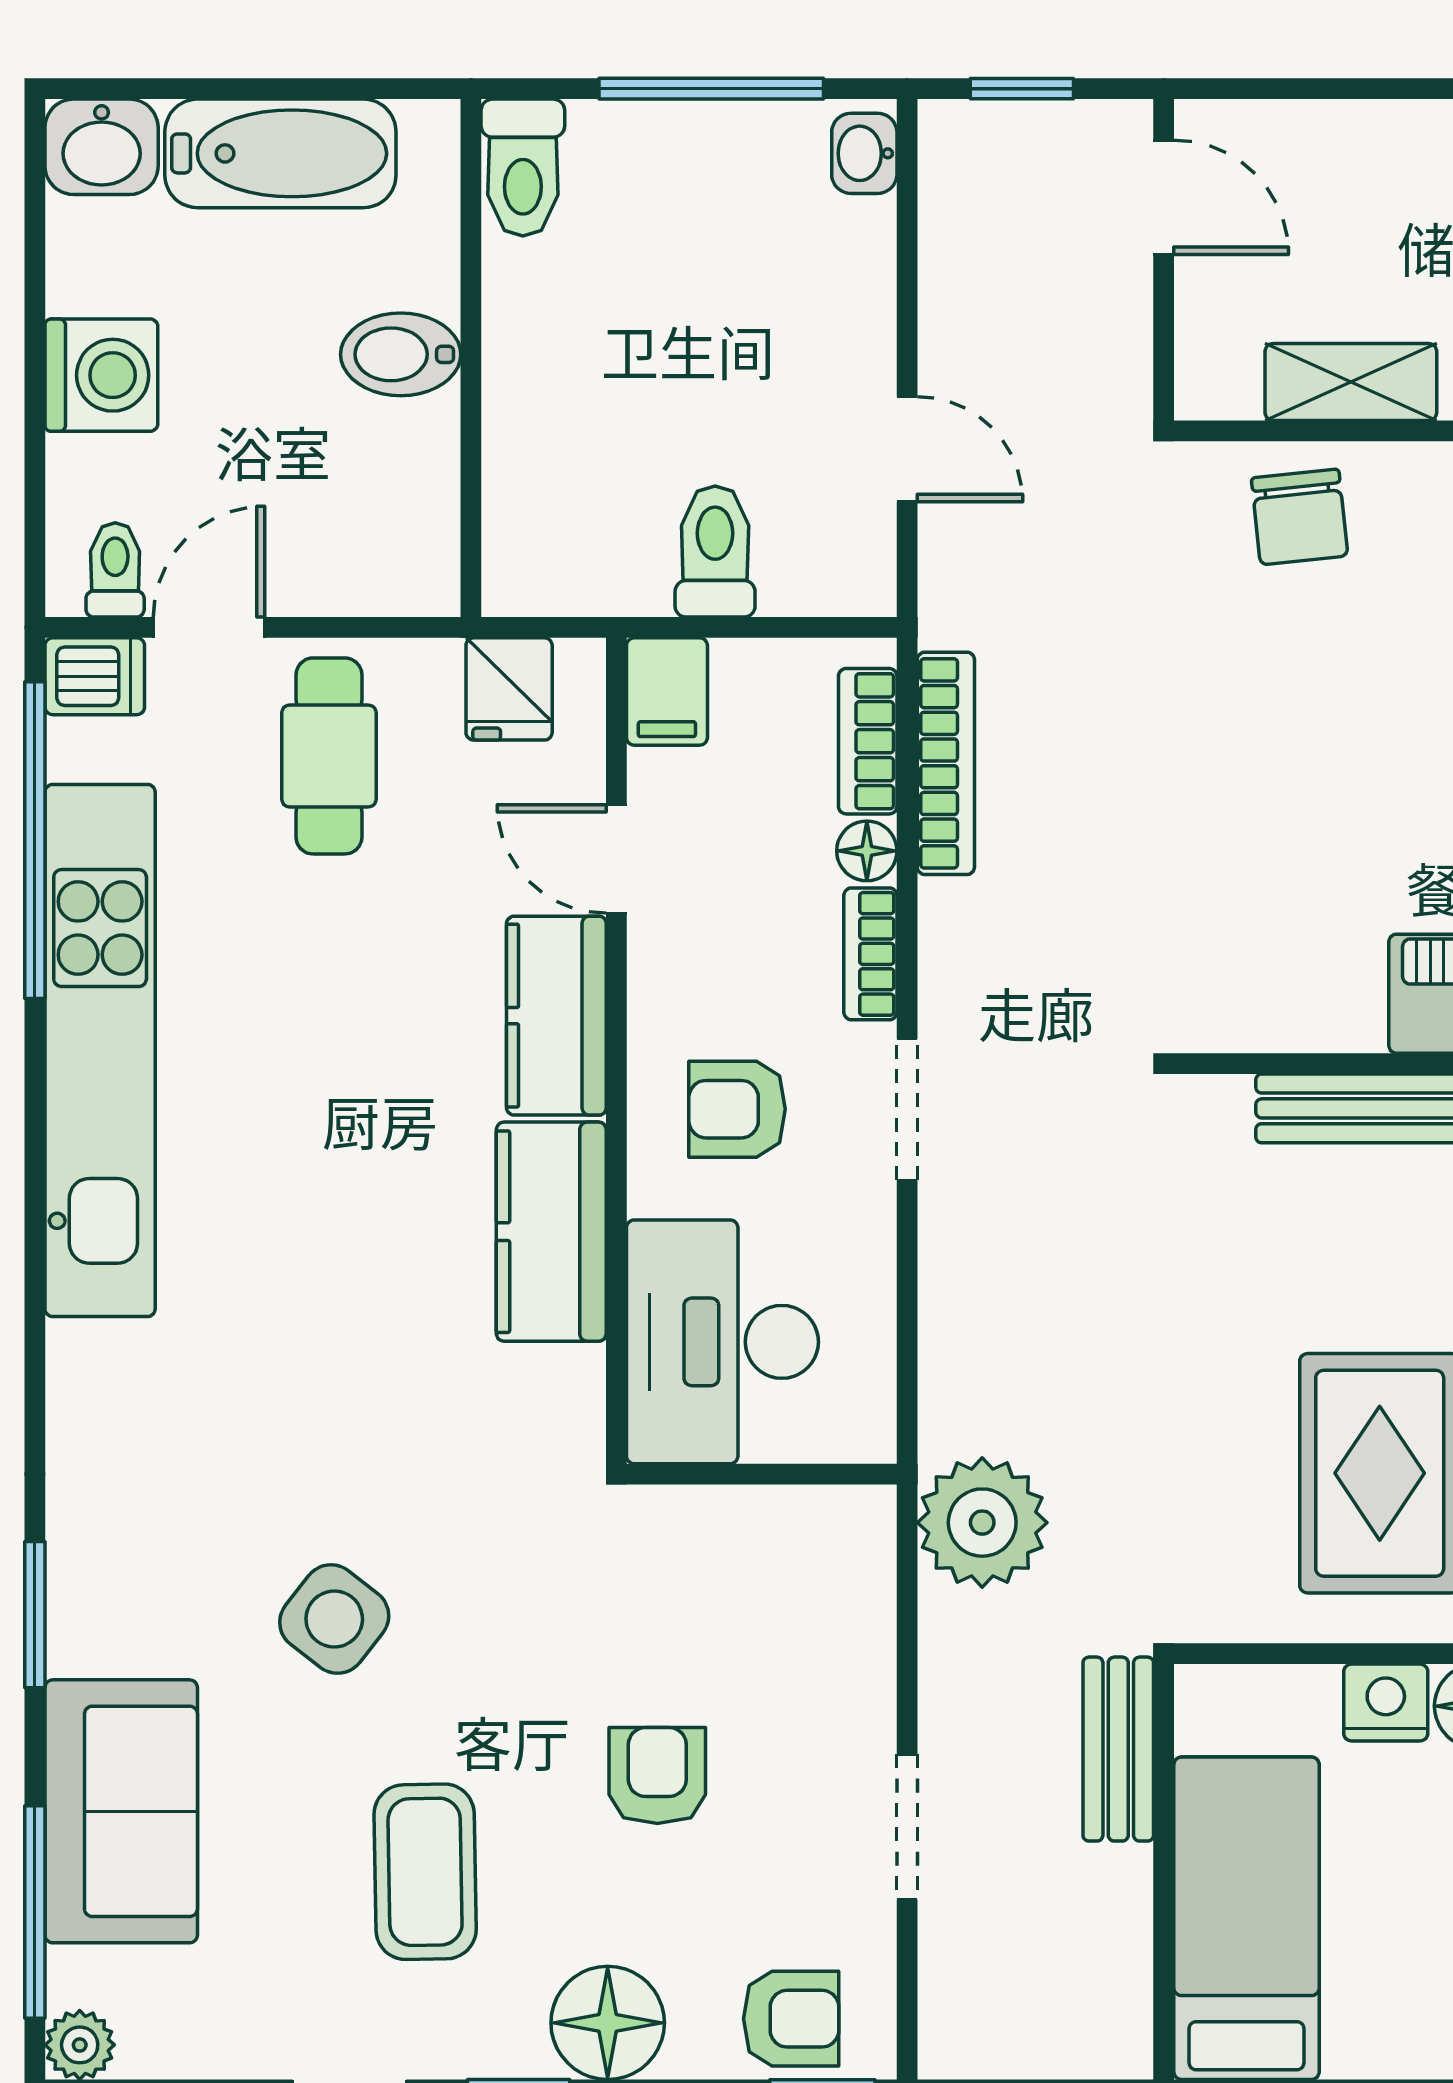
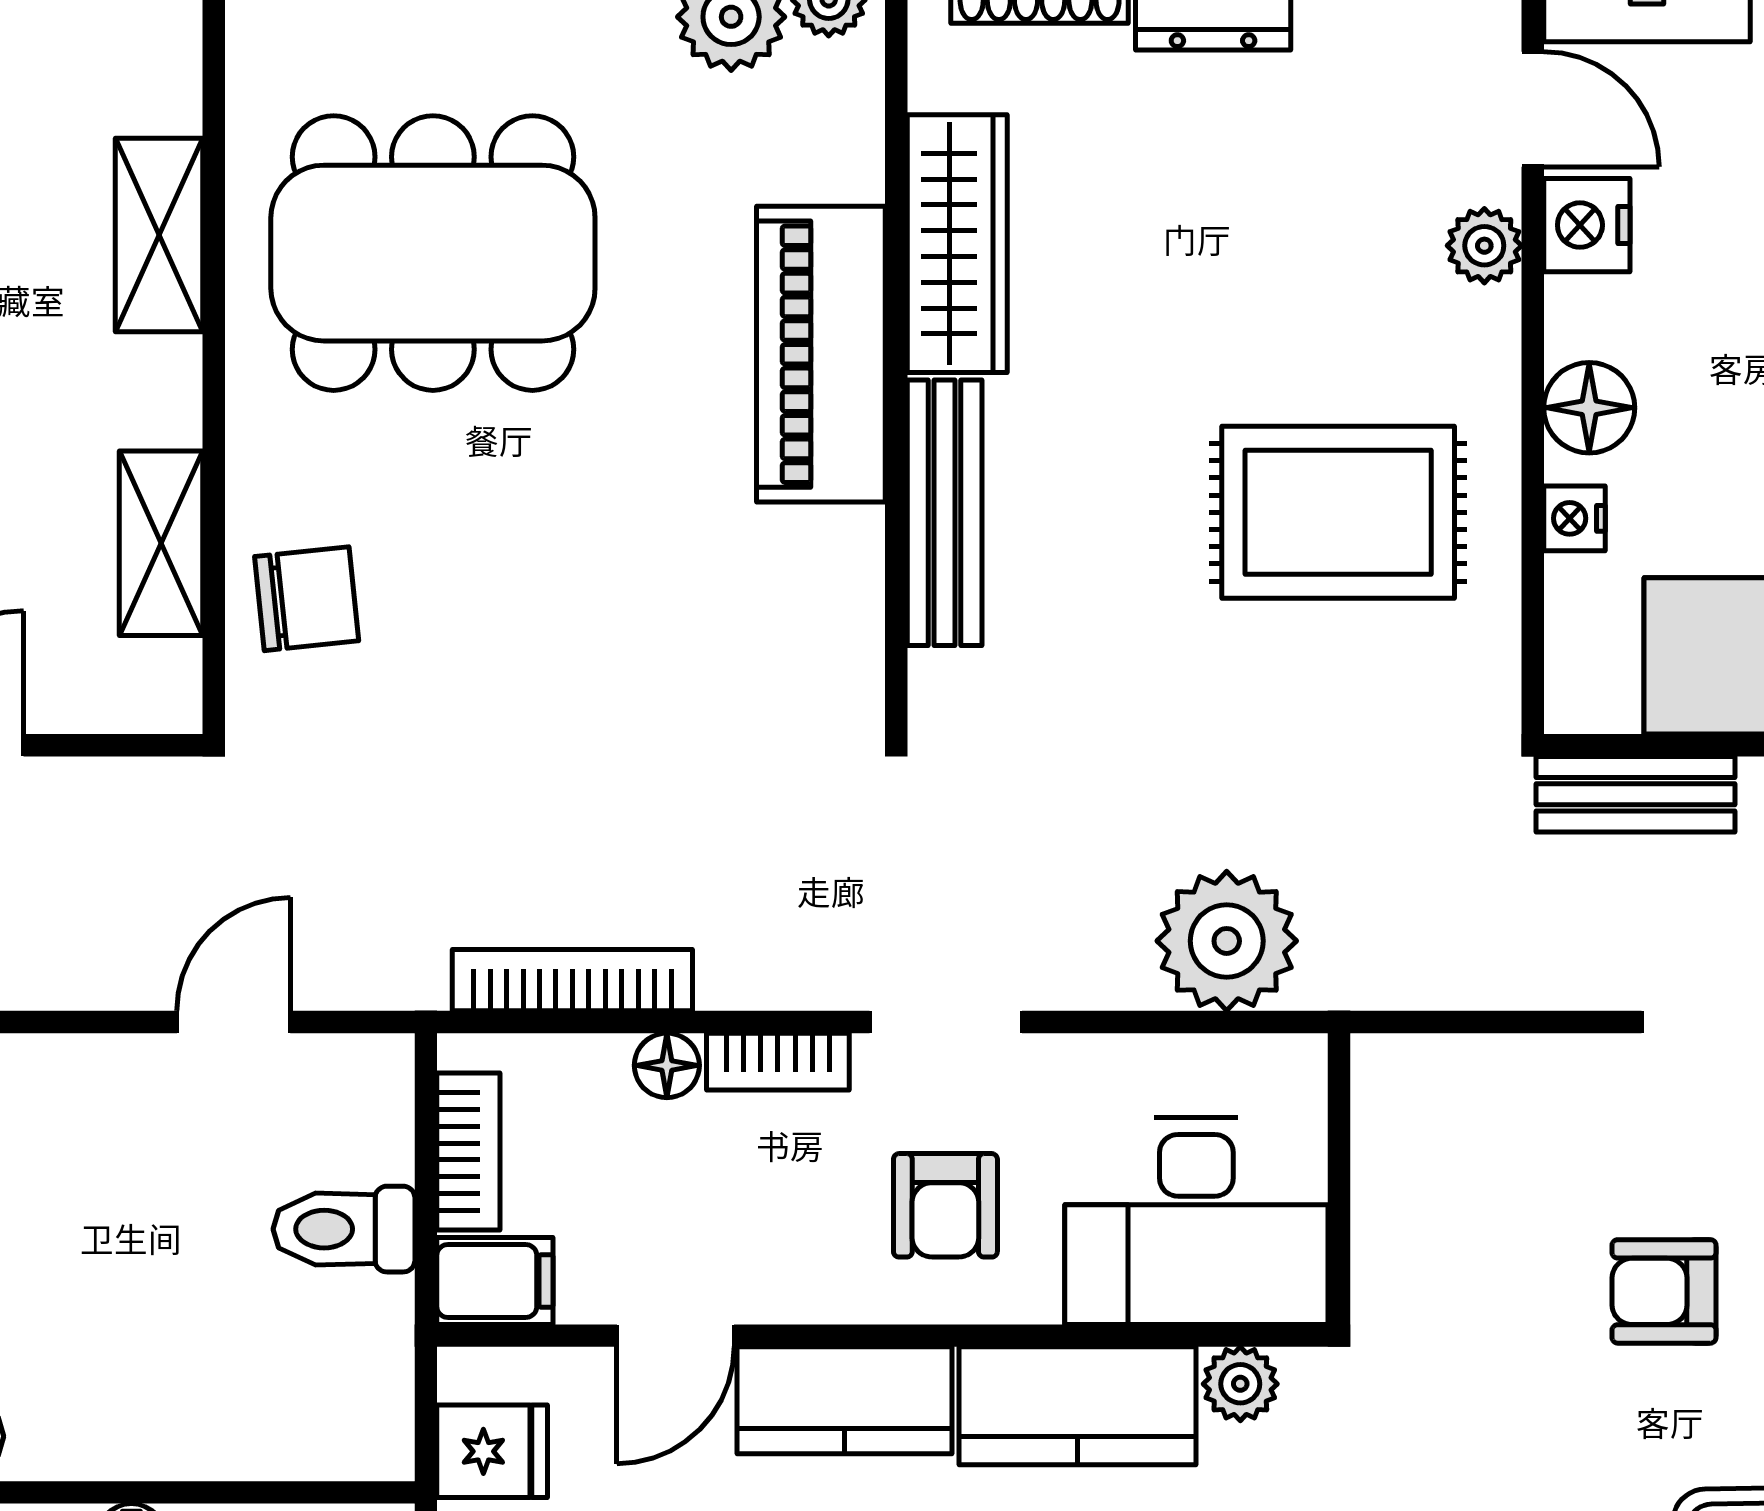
bookcase: (868, 741) -> (468, 1152), moved, turned -90
plant: (572, 1383) -> (1240, 1384), added
plant: (982, 1523) -> (1227, 941), moved
nightstand: (1386, 1703) -> (1575, 518), width x0.72, depth x0.74

